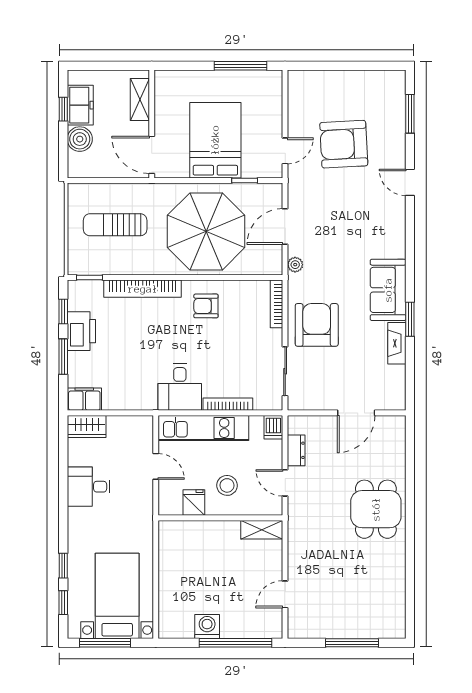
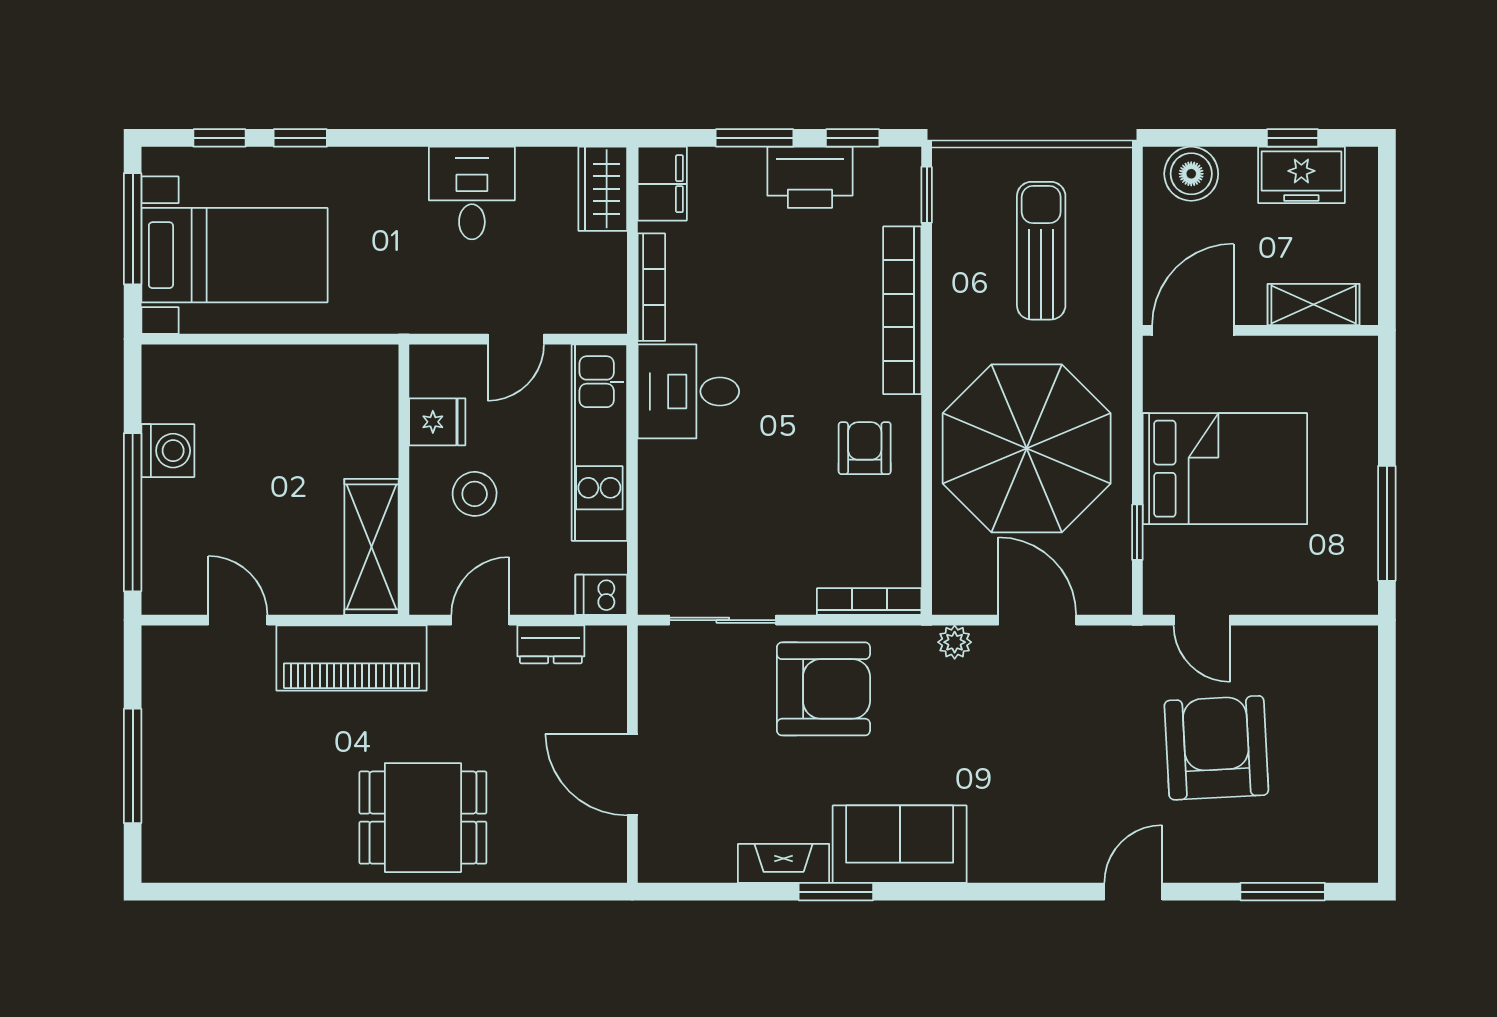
boiler: (80, 139) -> (1191, 174), moved
bookcase: (228, 404) -> (651, 287), moved
shelving: (262, 530) -> (371, 547), width x1.50, depth x1.33
piano: (303, 542) -> (352, 658), added

